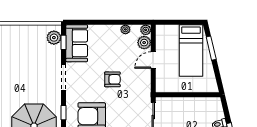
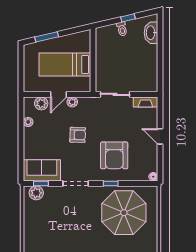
plant: (146, 30) -> (72, 102), moved
bed: (191, 51) -> (65, 64), moved, turned 180
door: (153, 60) -> (59, 94), hinge flipped
armchair: (112, 79) -> (78, 135), turned 92

